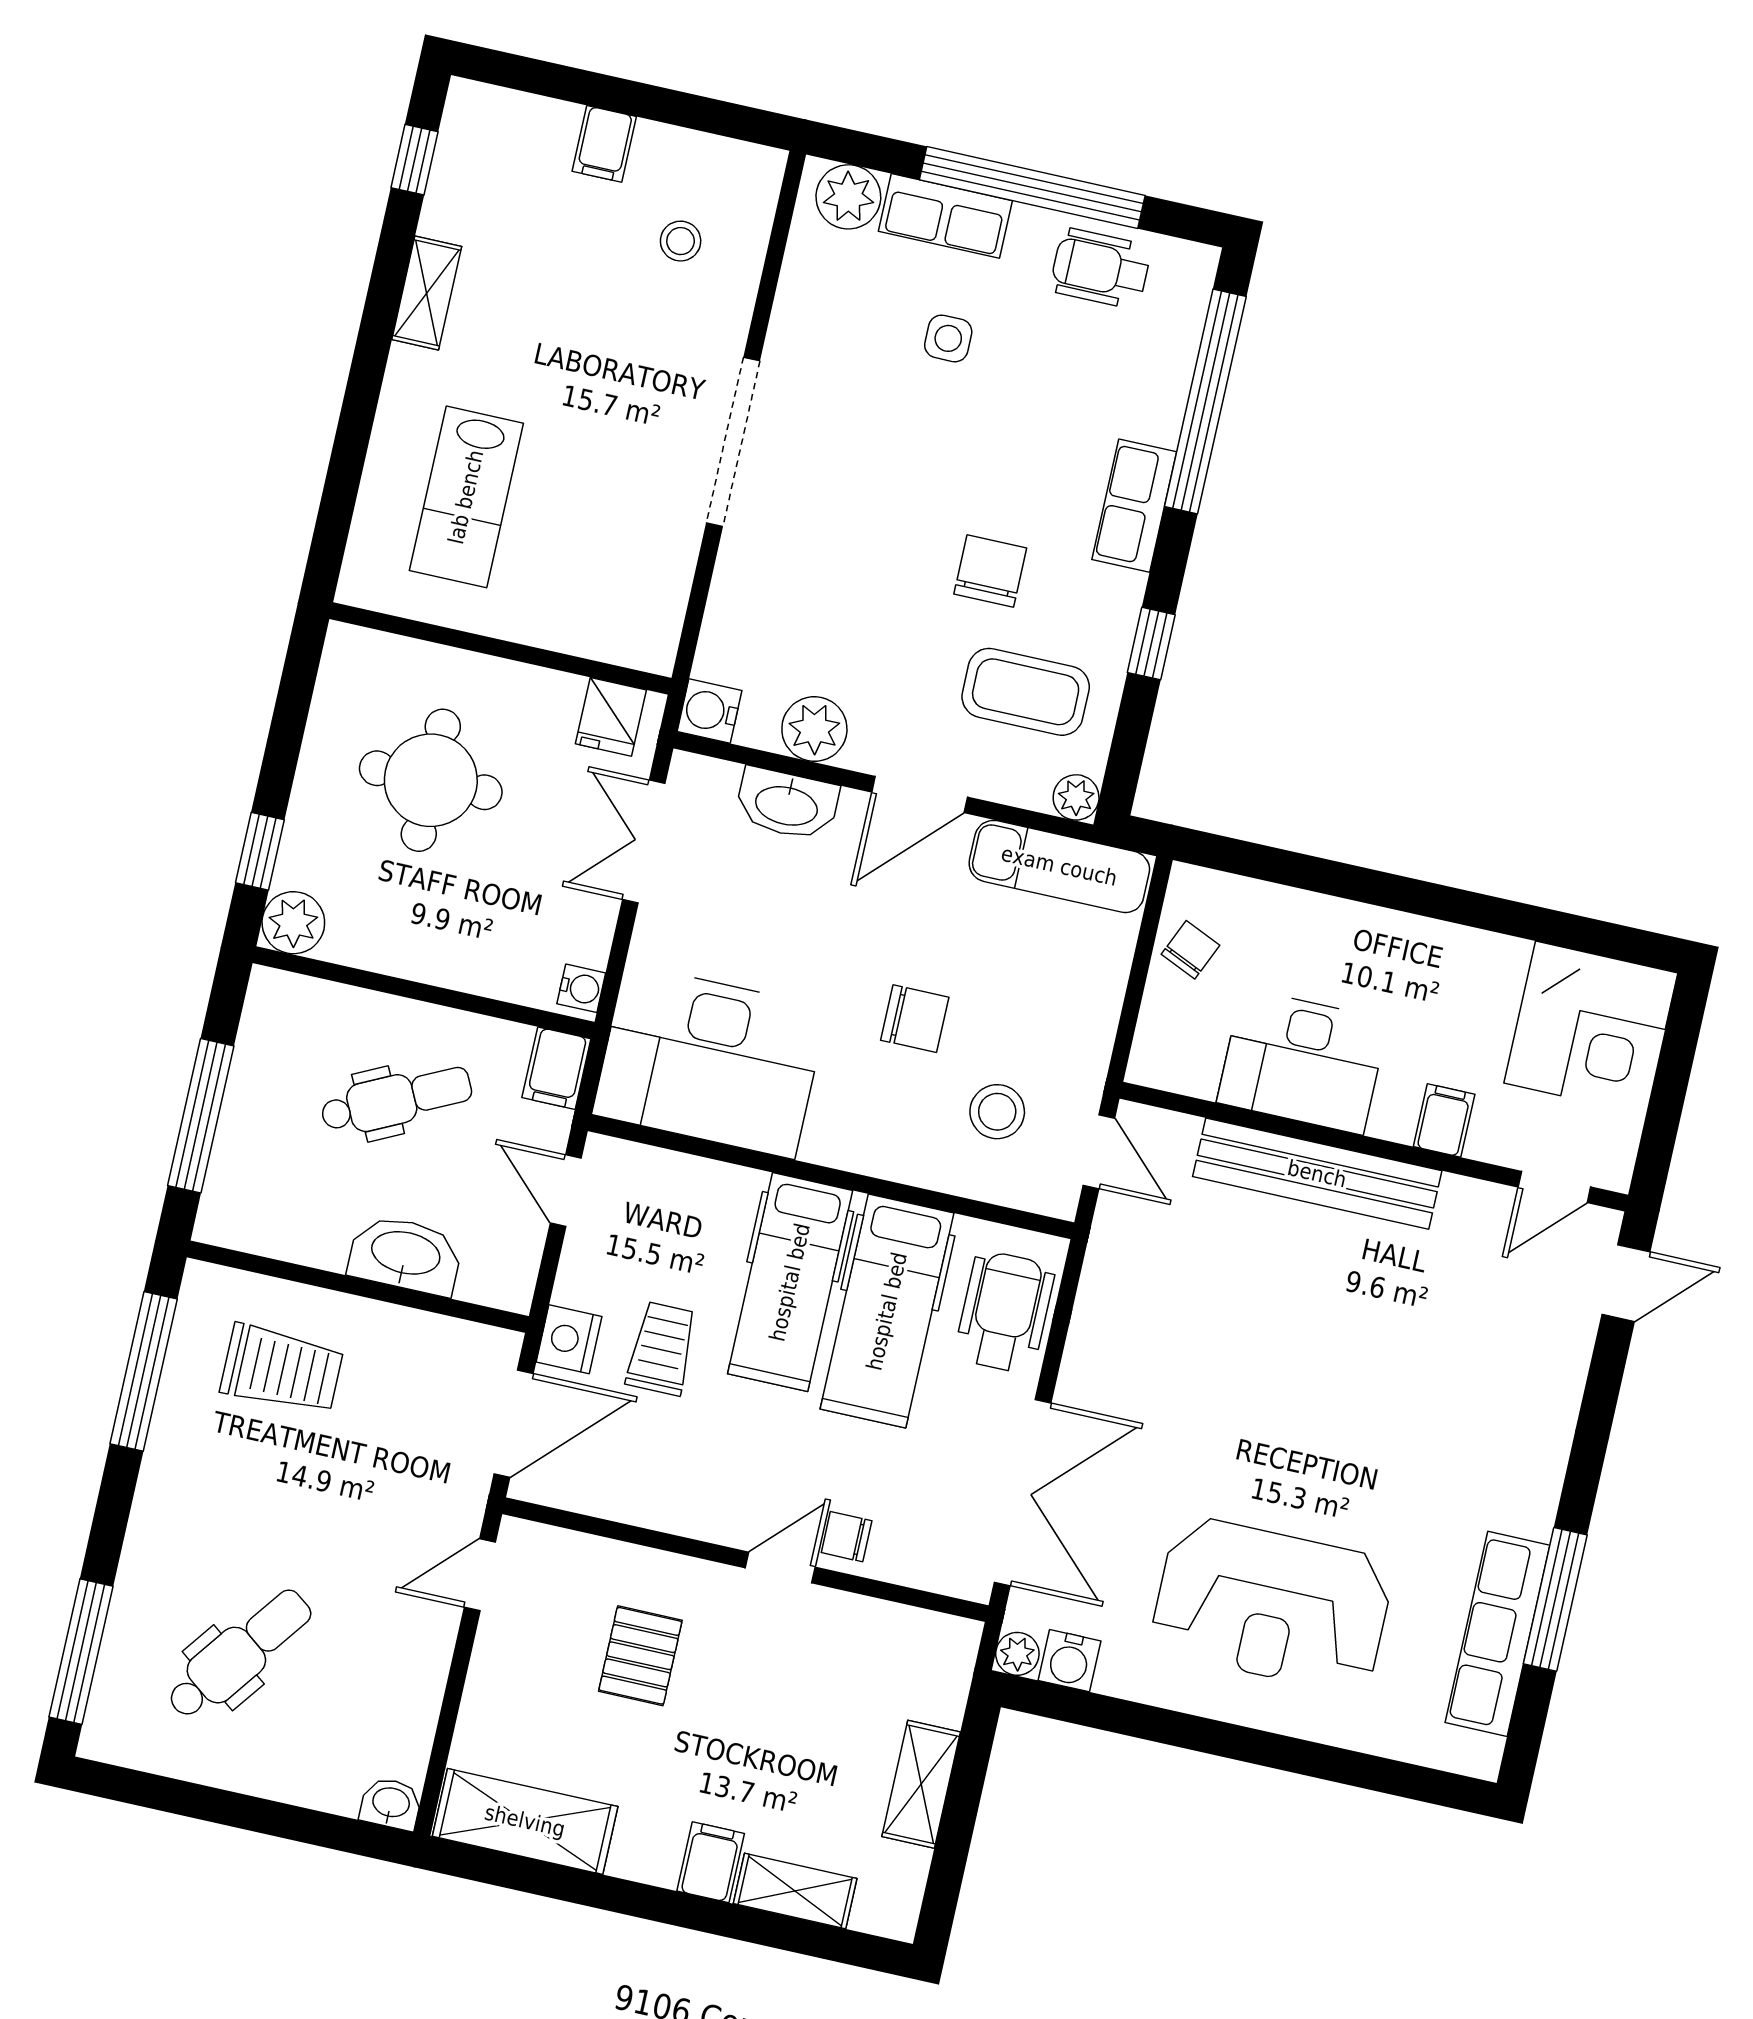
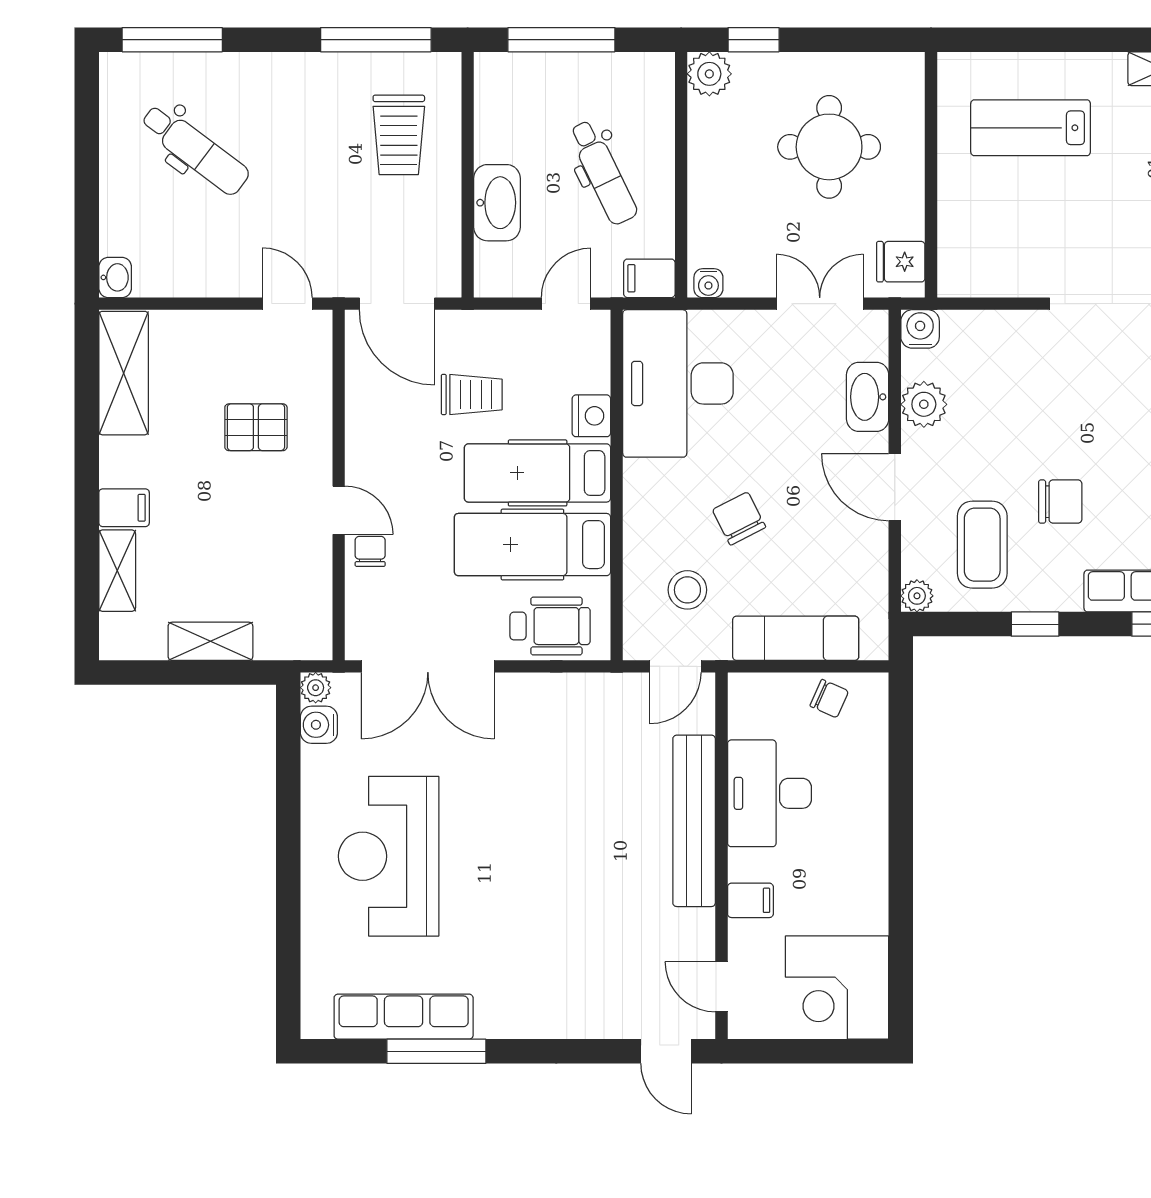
exam couch: (1059, 866) -> (796, 638), moved, turned 90
chair: (915, 1019) -> (739, 519), turned 153
nightstand: (569, 1339) -> (591, 416), moved, turned 90

